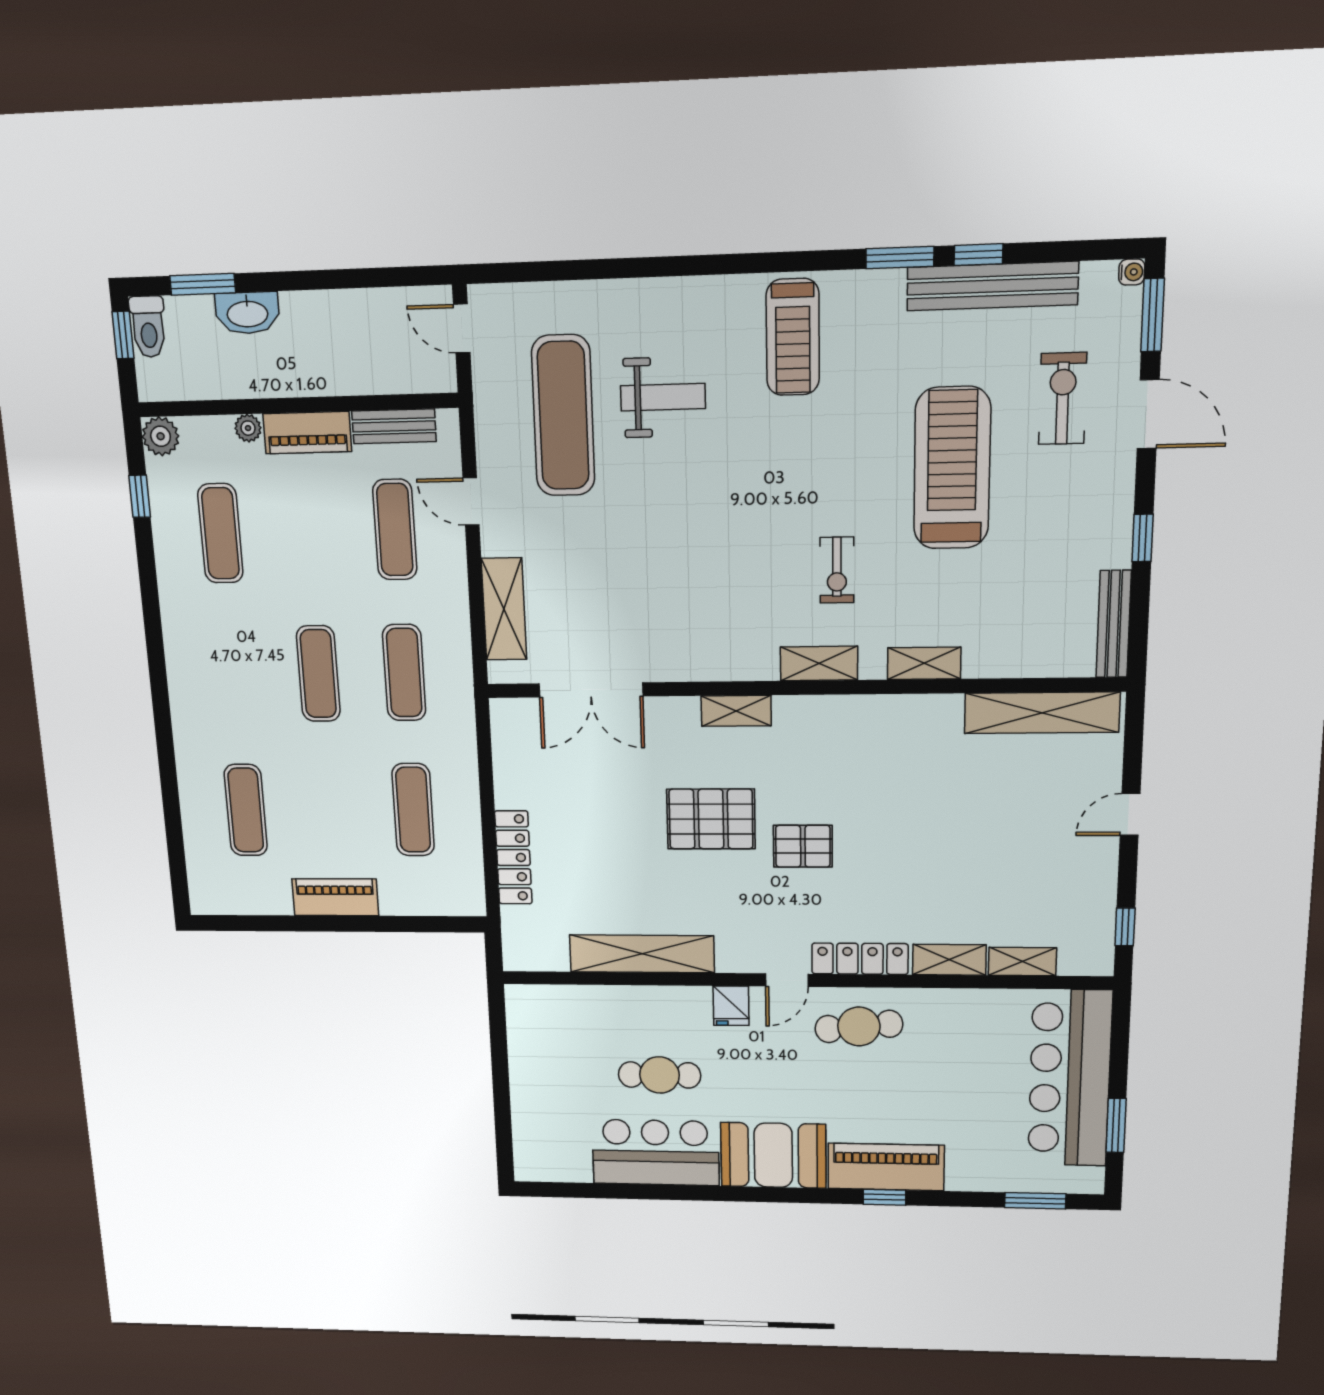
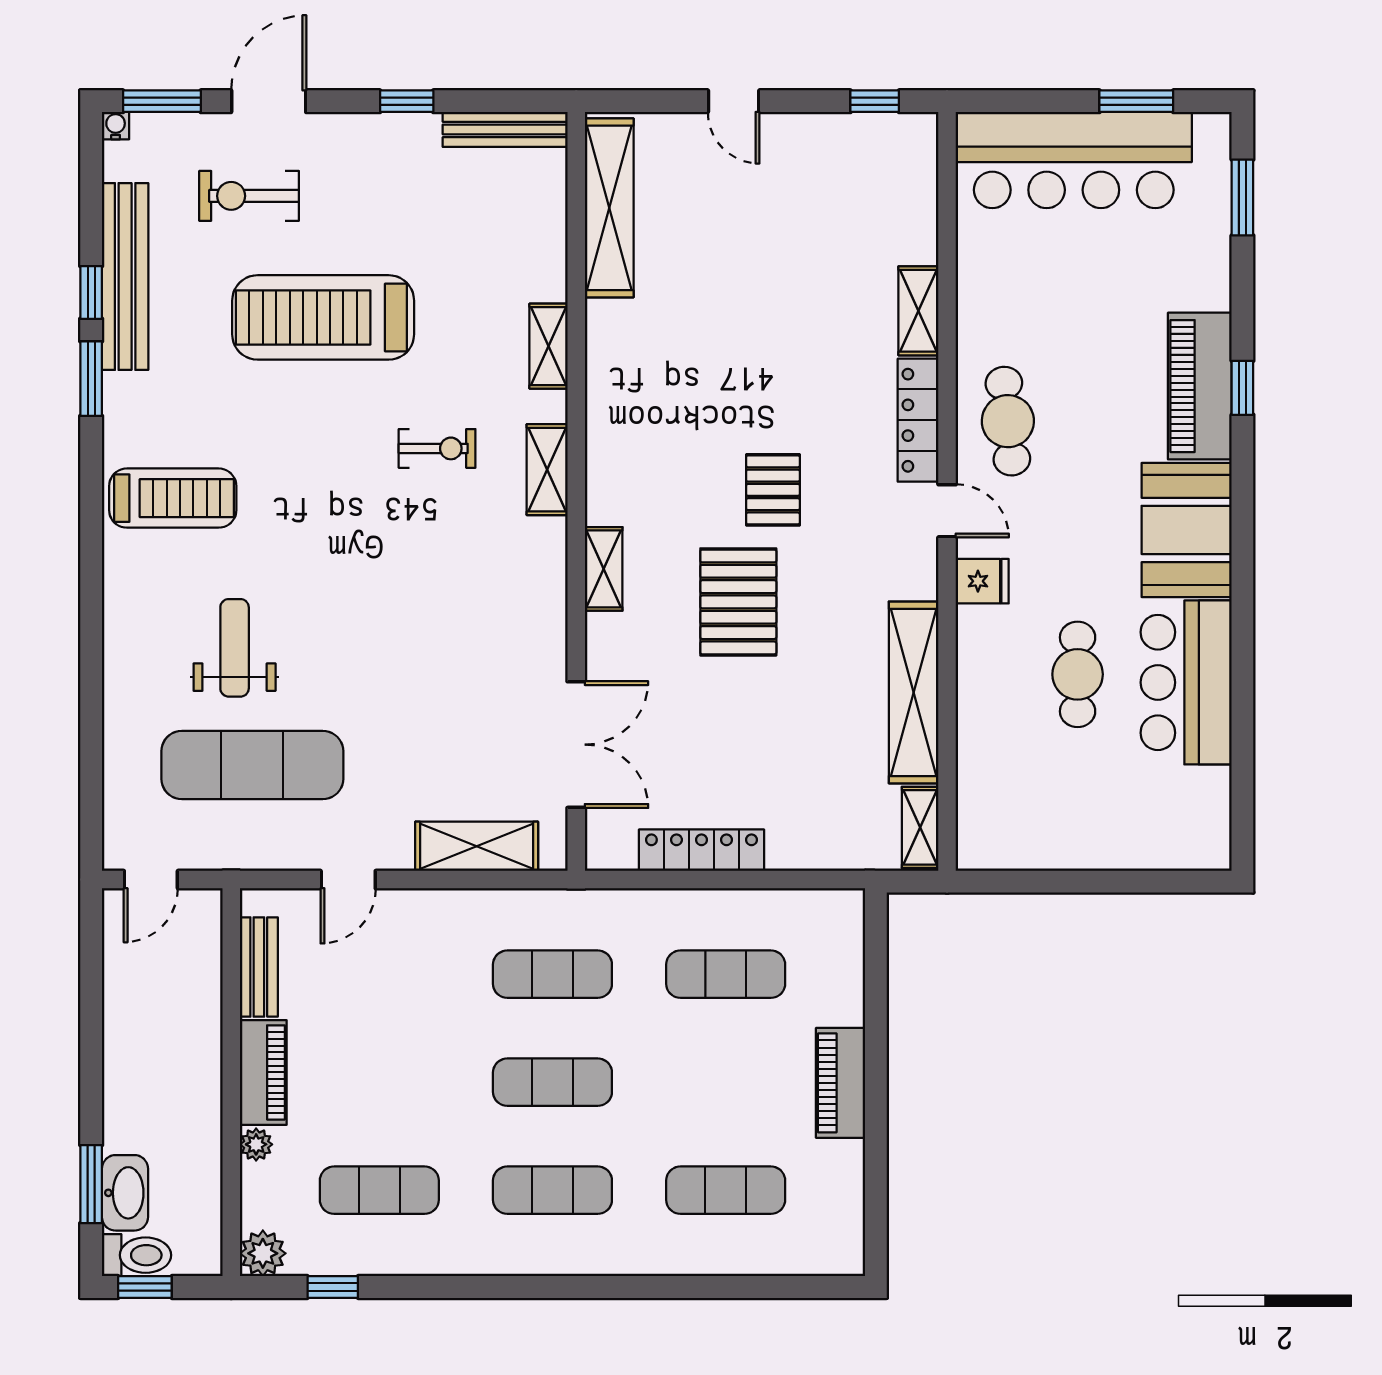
washbasin: (247, 313) -> (125, 1193), moved
exercise mat: (395, 530) -> (552, 1190), moved
locker: (513, 858) -> (701, 850), moved
shelving: (1022, 962) -> (920, 827), moved

